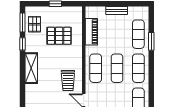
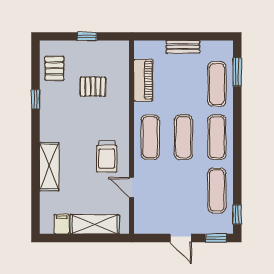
window: (22, 22) -> (35, 66), removed
pallet: (59, 36) -> (93, 87), width x0.67, depth x0.71
window: (151, 41) -> (237, 72), moved
shelving: (31, 68) -> (49, 167), moved

